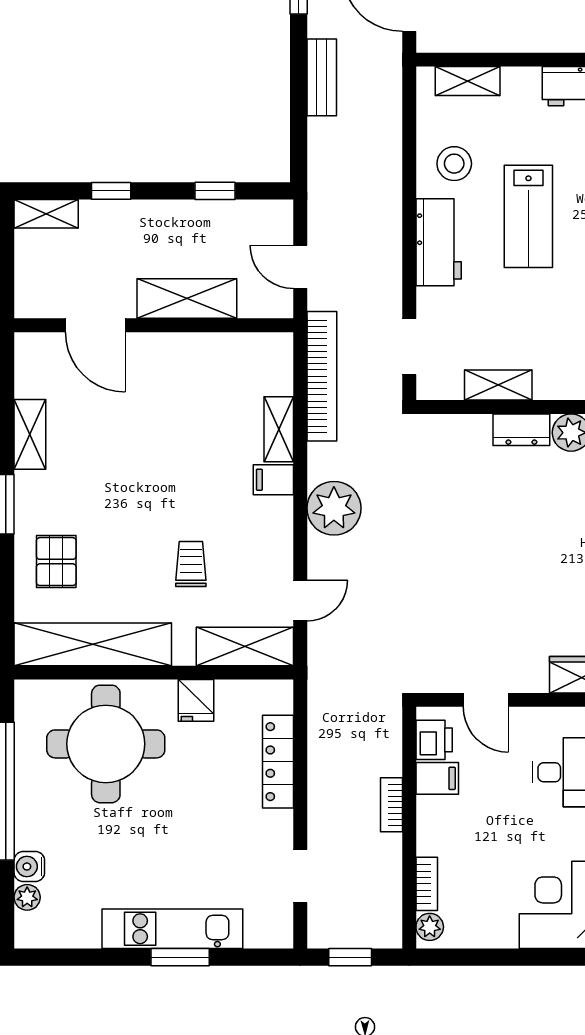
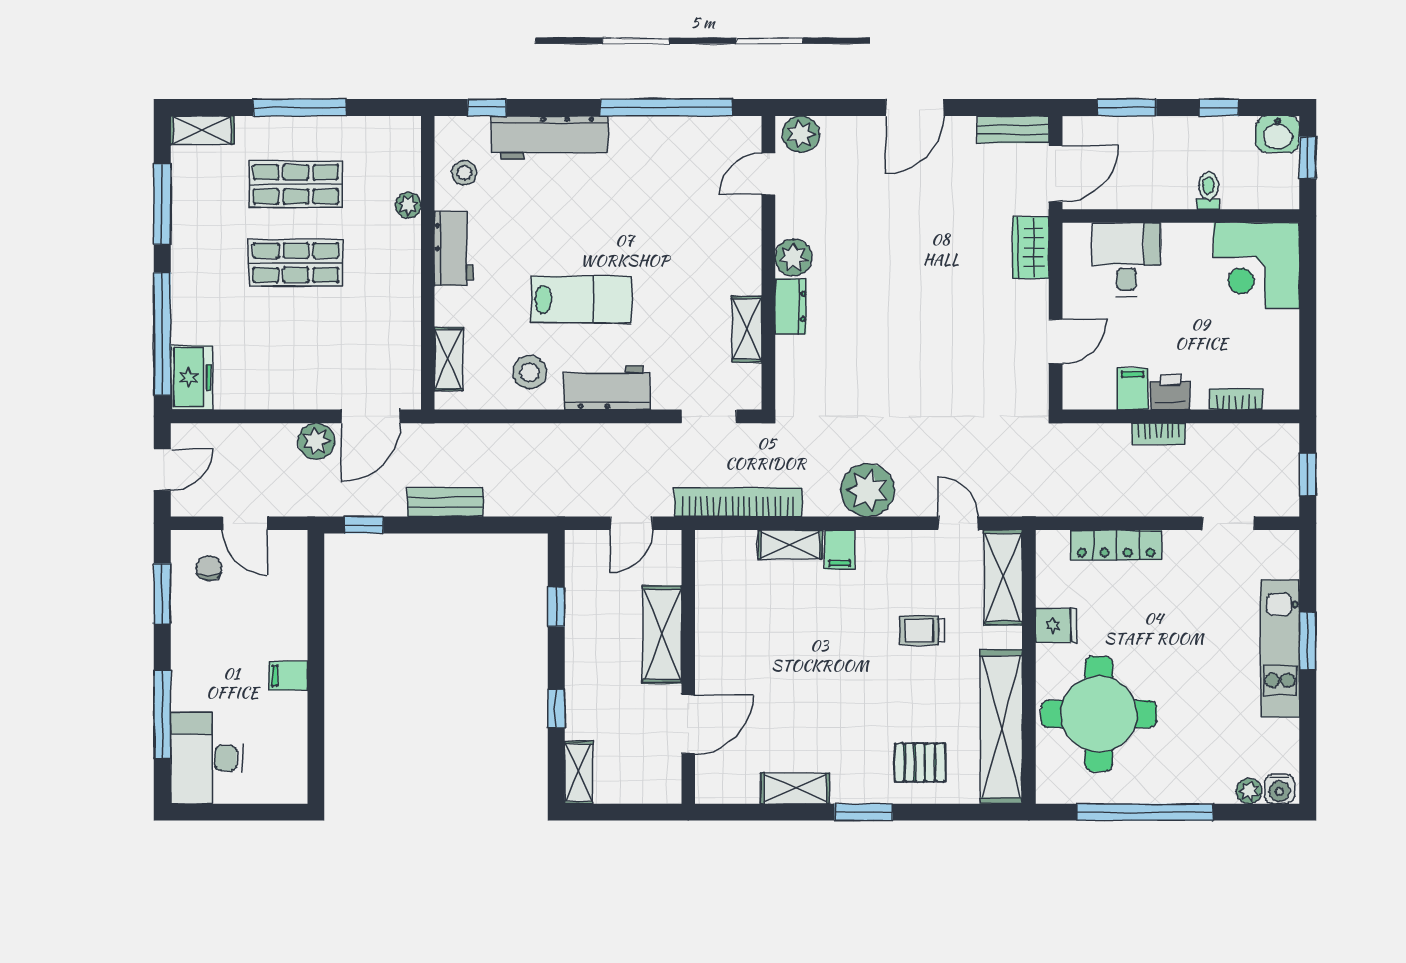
printer: (434, 740) -> (1170, 392), moved
water cooler: (29, 867) -> (1279, 789), moved
plant: (430, 927) -> (1278, 396), removed

